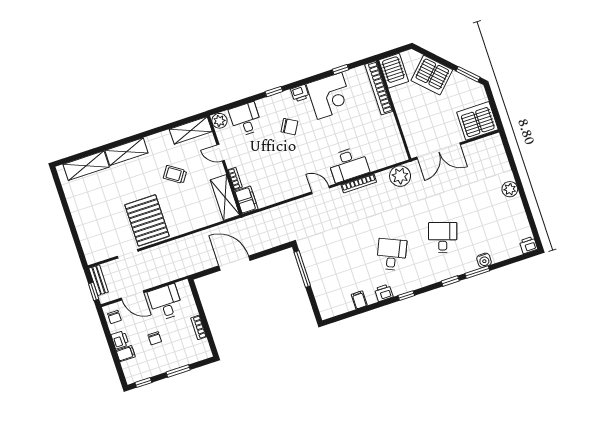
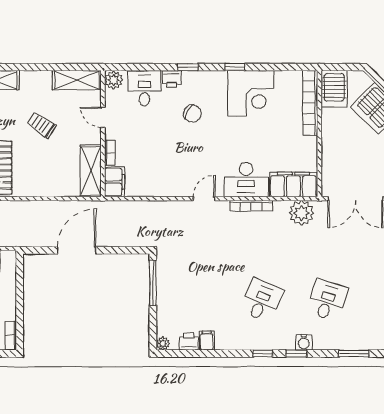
window: (340, 70) -> (235, 67), moved
printer: (300, 93) -> (172, 79), moved
filing cabinet: (387, 156) -> (293, 185), added
door: (321, 190) -> (204, 199), hinge flipped
water cooler: (484, 260) -> (304, 342), moved
door: (234, 263) -> (77, 250), hinge flipped
window: (450, 281) -> (296, 354), moved
printer: (384, 293) -> (189, 342), moved
plant: (326, 314) -> (163, 344), added
bookcase: (199, 327) -> (11, 335), moved

